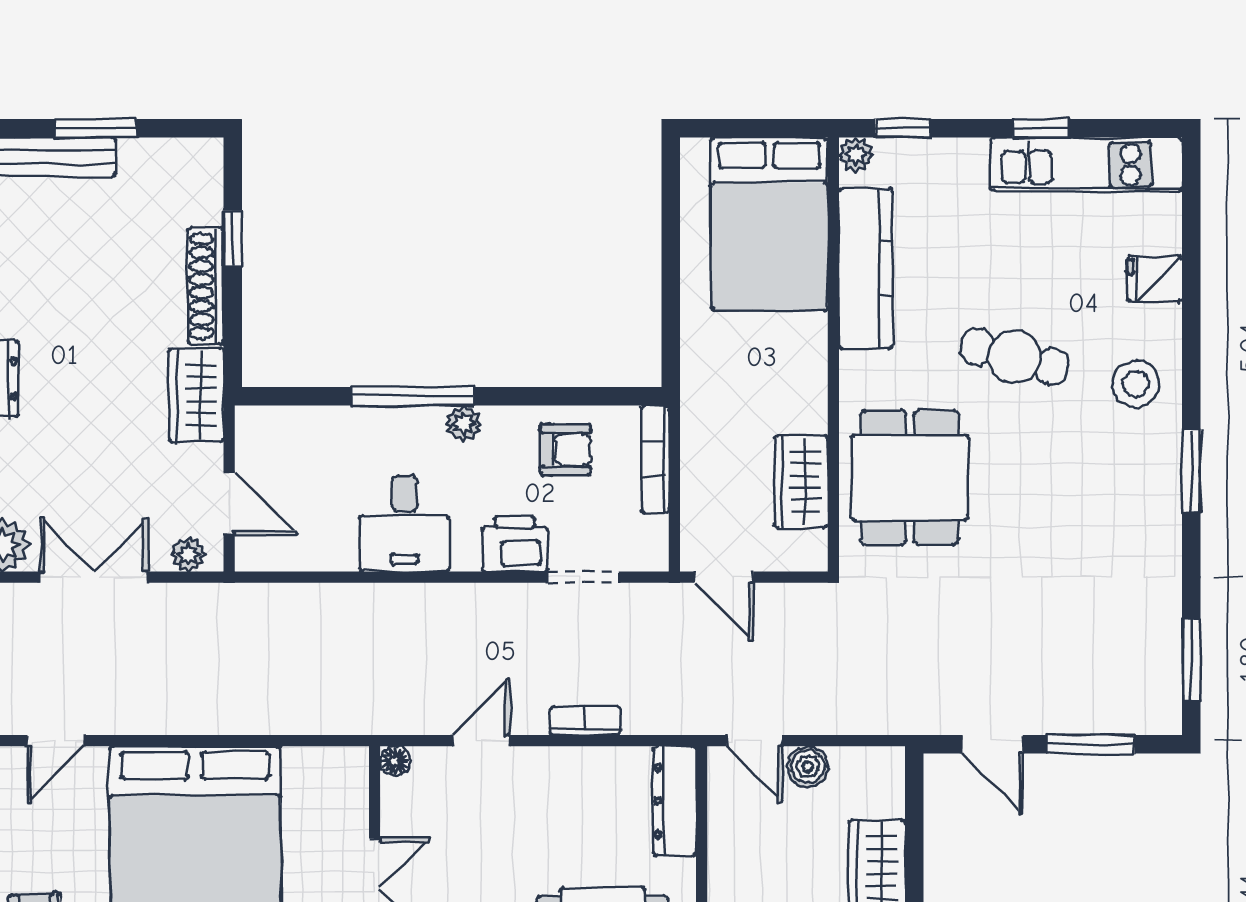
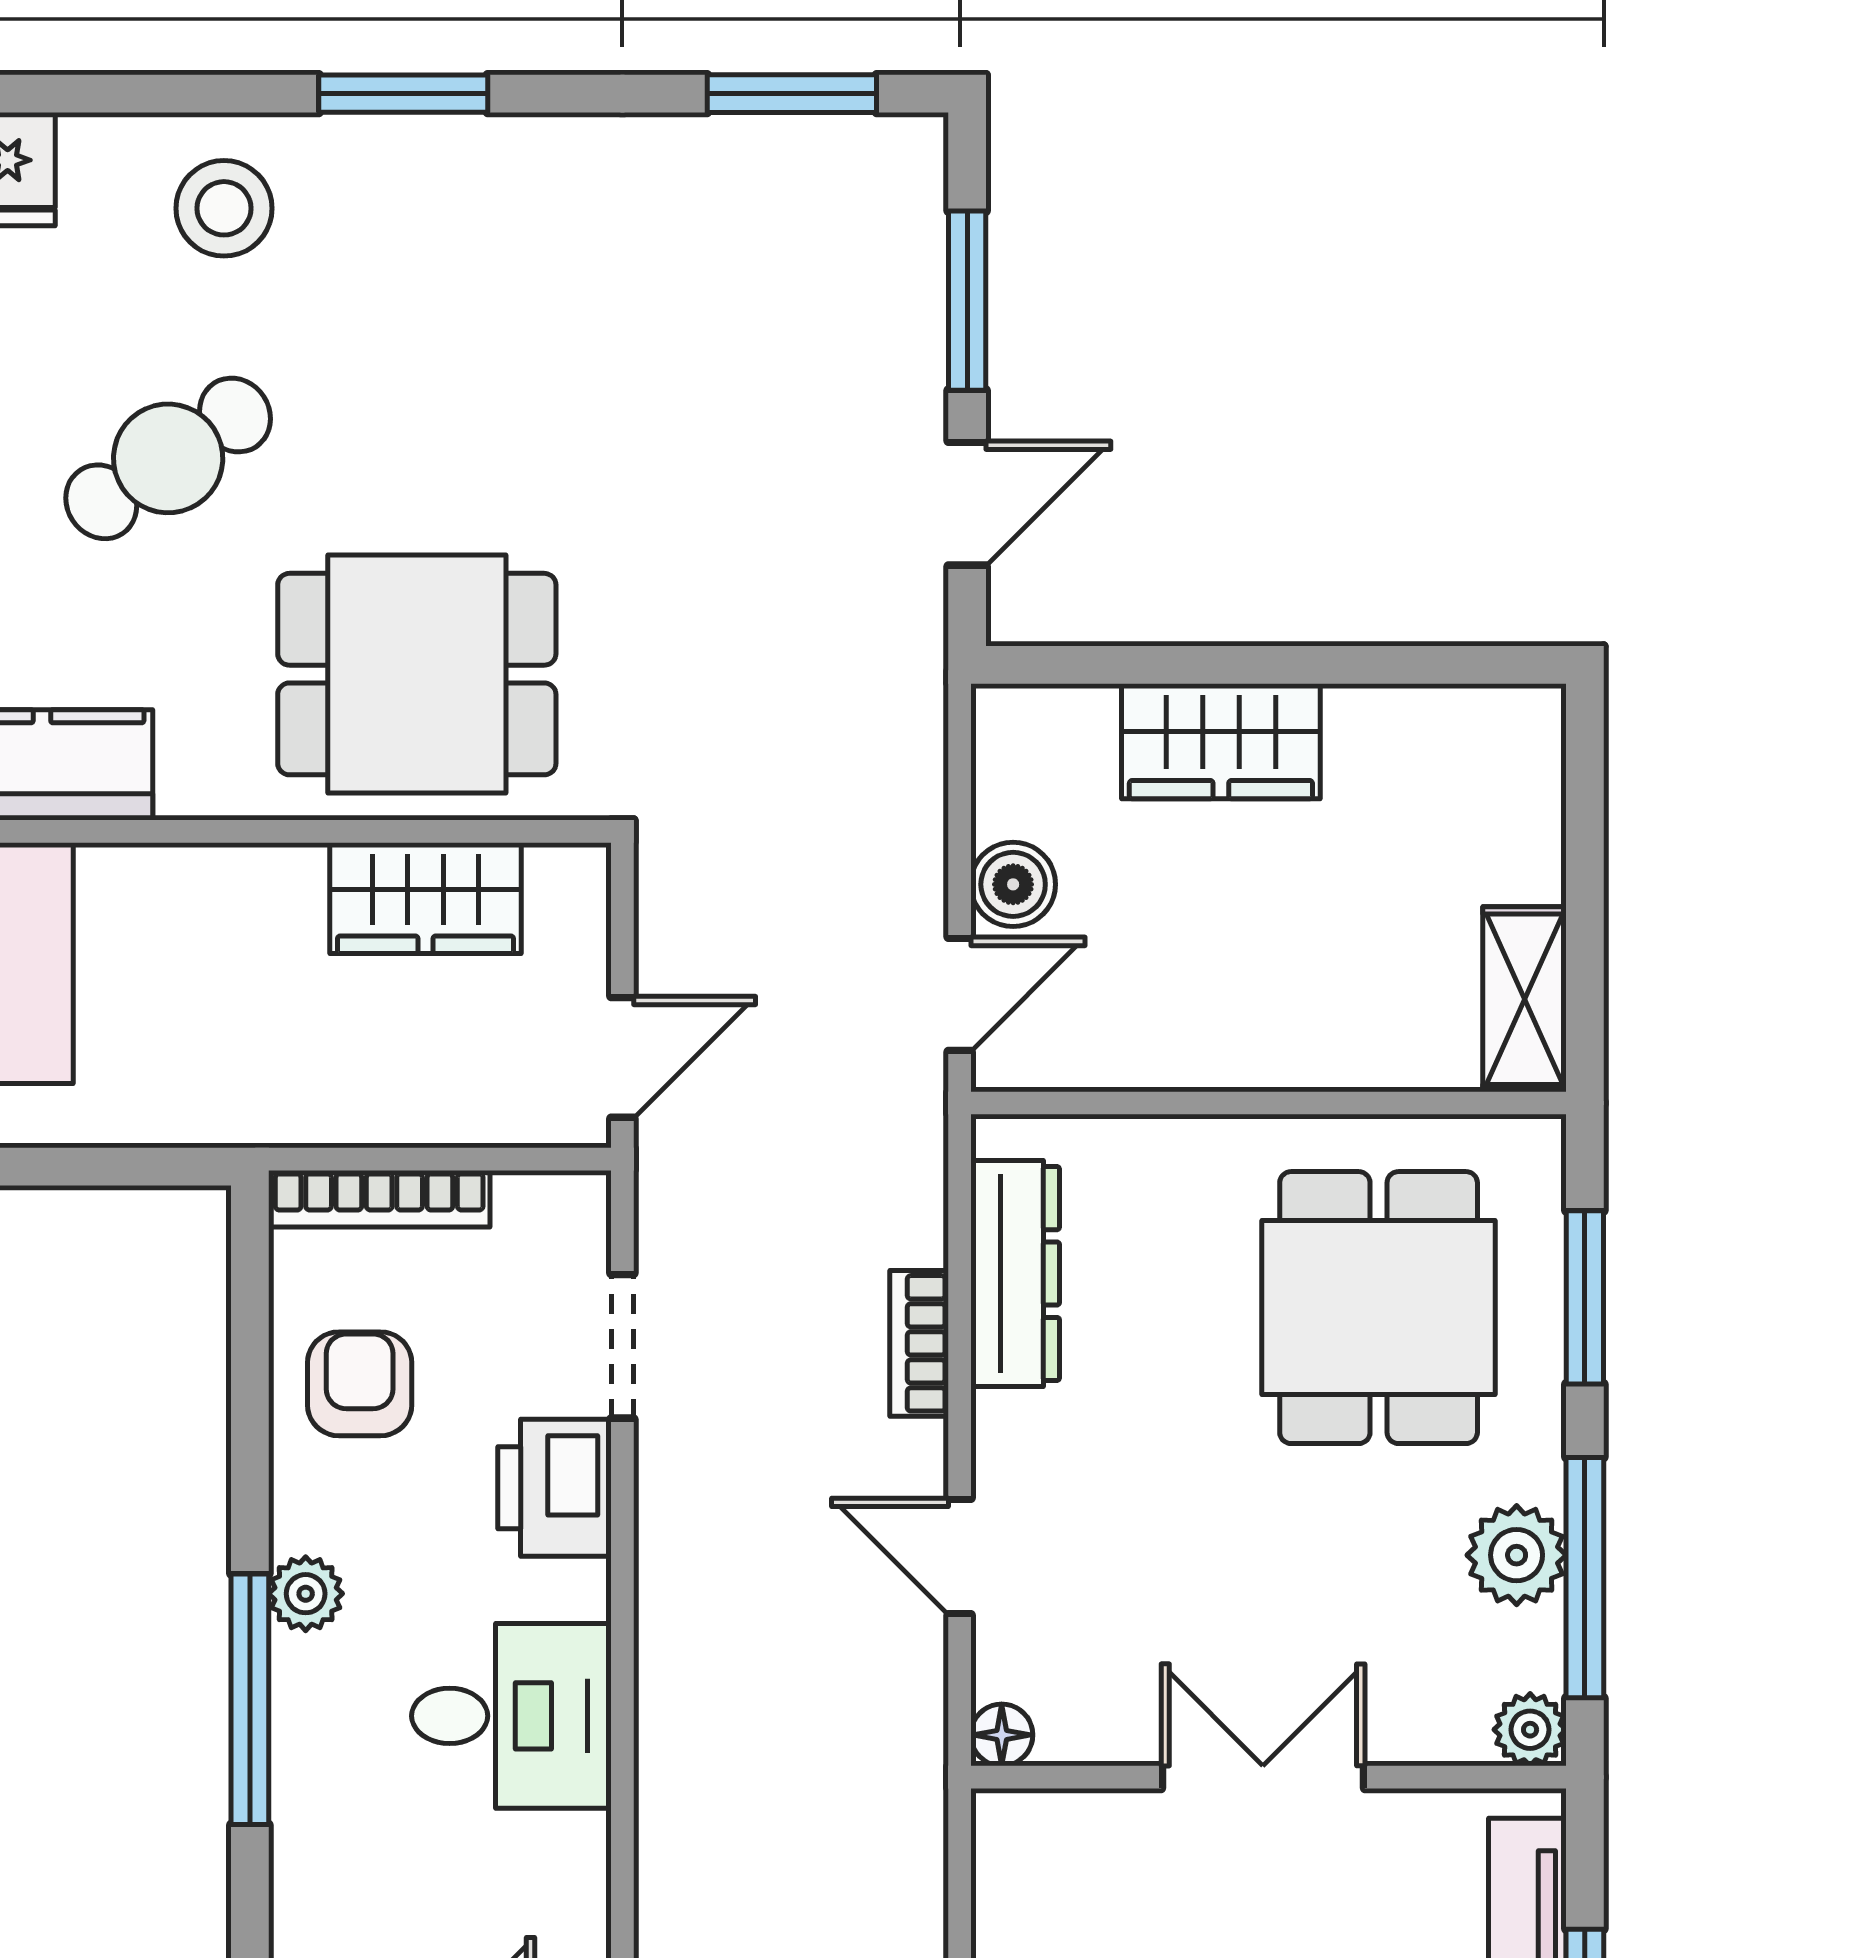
cafe table: (1014, 357) -> (168, 458), turned 42
dresser: (675, 801) -> (1015, 1274), moved, turned -90

